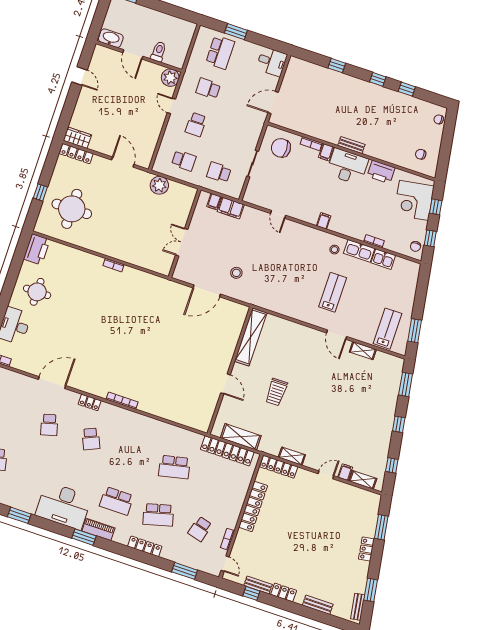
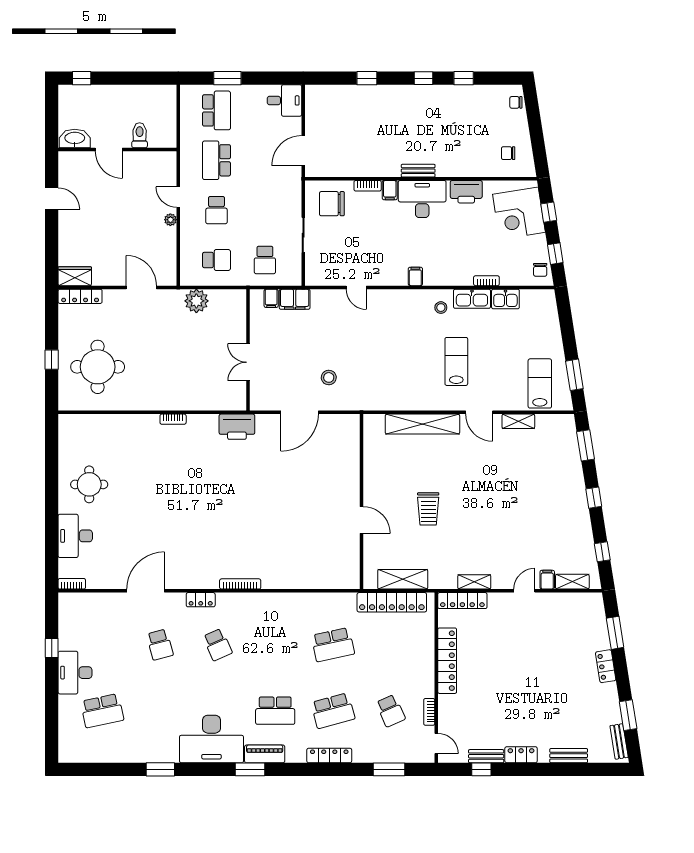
plant: (170, 78) -> (170, 220), moved, width x0.53, depth x0.53
school desk: (208, 88) -> (216, 160), width x1.85
school desk: (219, 172) -> (265, 260), turned -90
printer: (37, 249) -> (237, 427), moved, turned 90
shelving: (251, 337) -> (422, 424), moved, turned 90
school desk: (200, 529) -> (391, 711), turned -39

